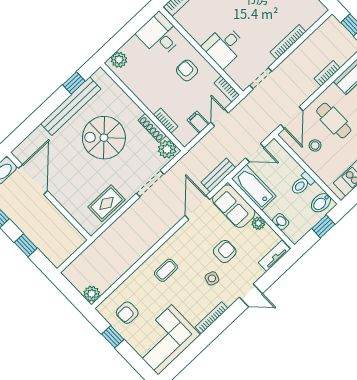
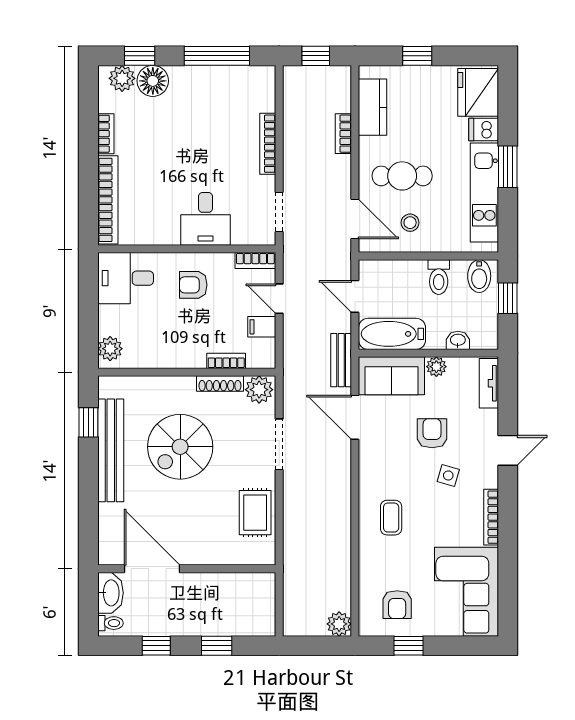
door: (255, 153) -> (355, 296), swing flipped

